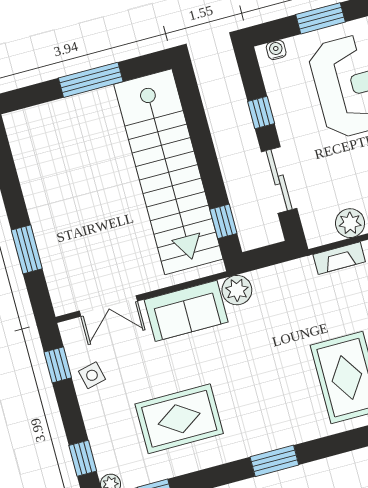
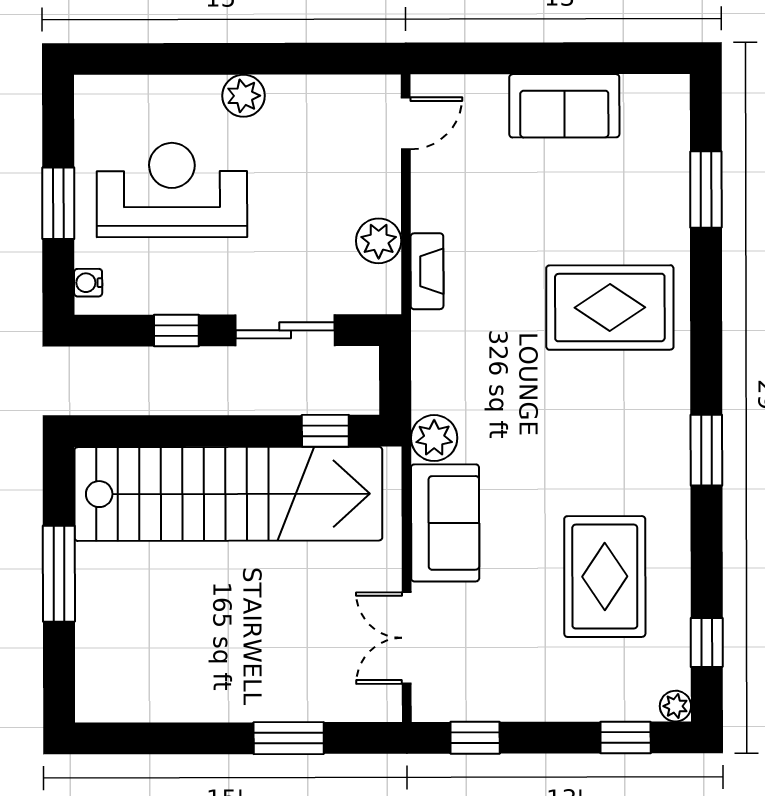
double door: (108, 306) -> (407, 638), swing flipped
side table: (92, 375) -> (504, 690), removed

